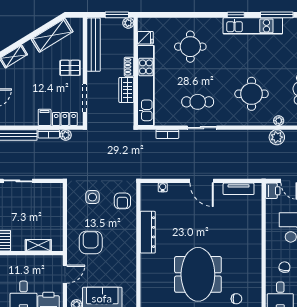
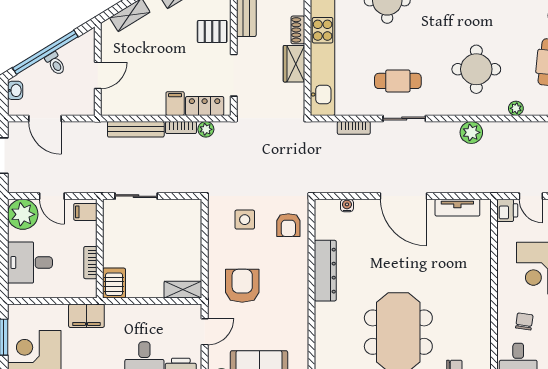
plant: (277, 137) -> (471, 132), moved
door: (202, 181) -> (404, 196), width x1.36
shelving: (38, 245) -> (183, 290), moved

